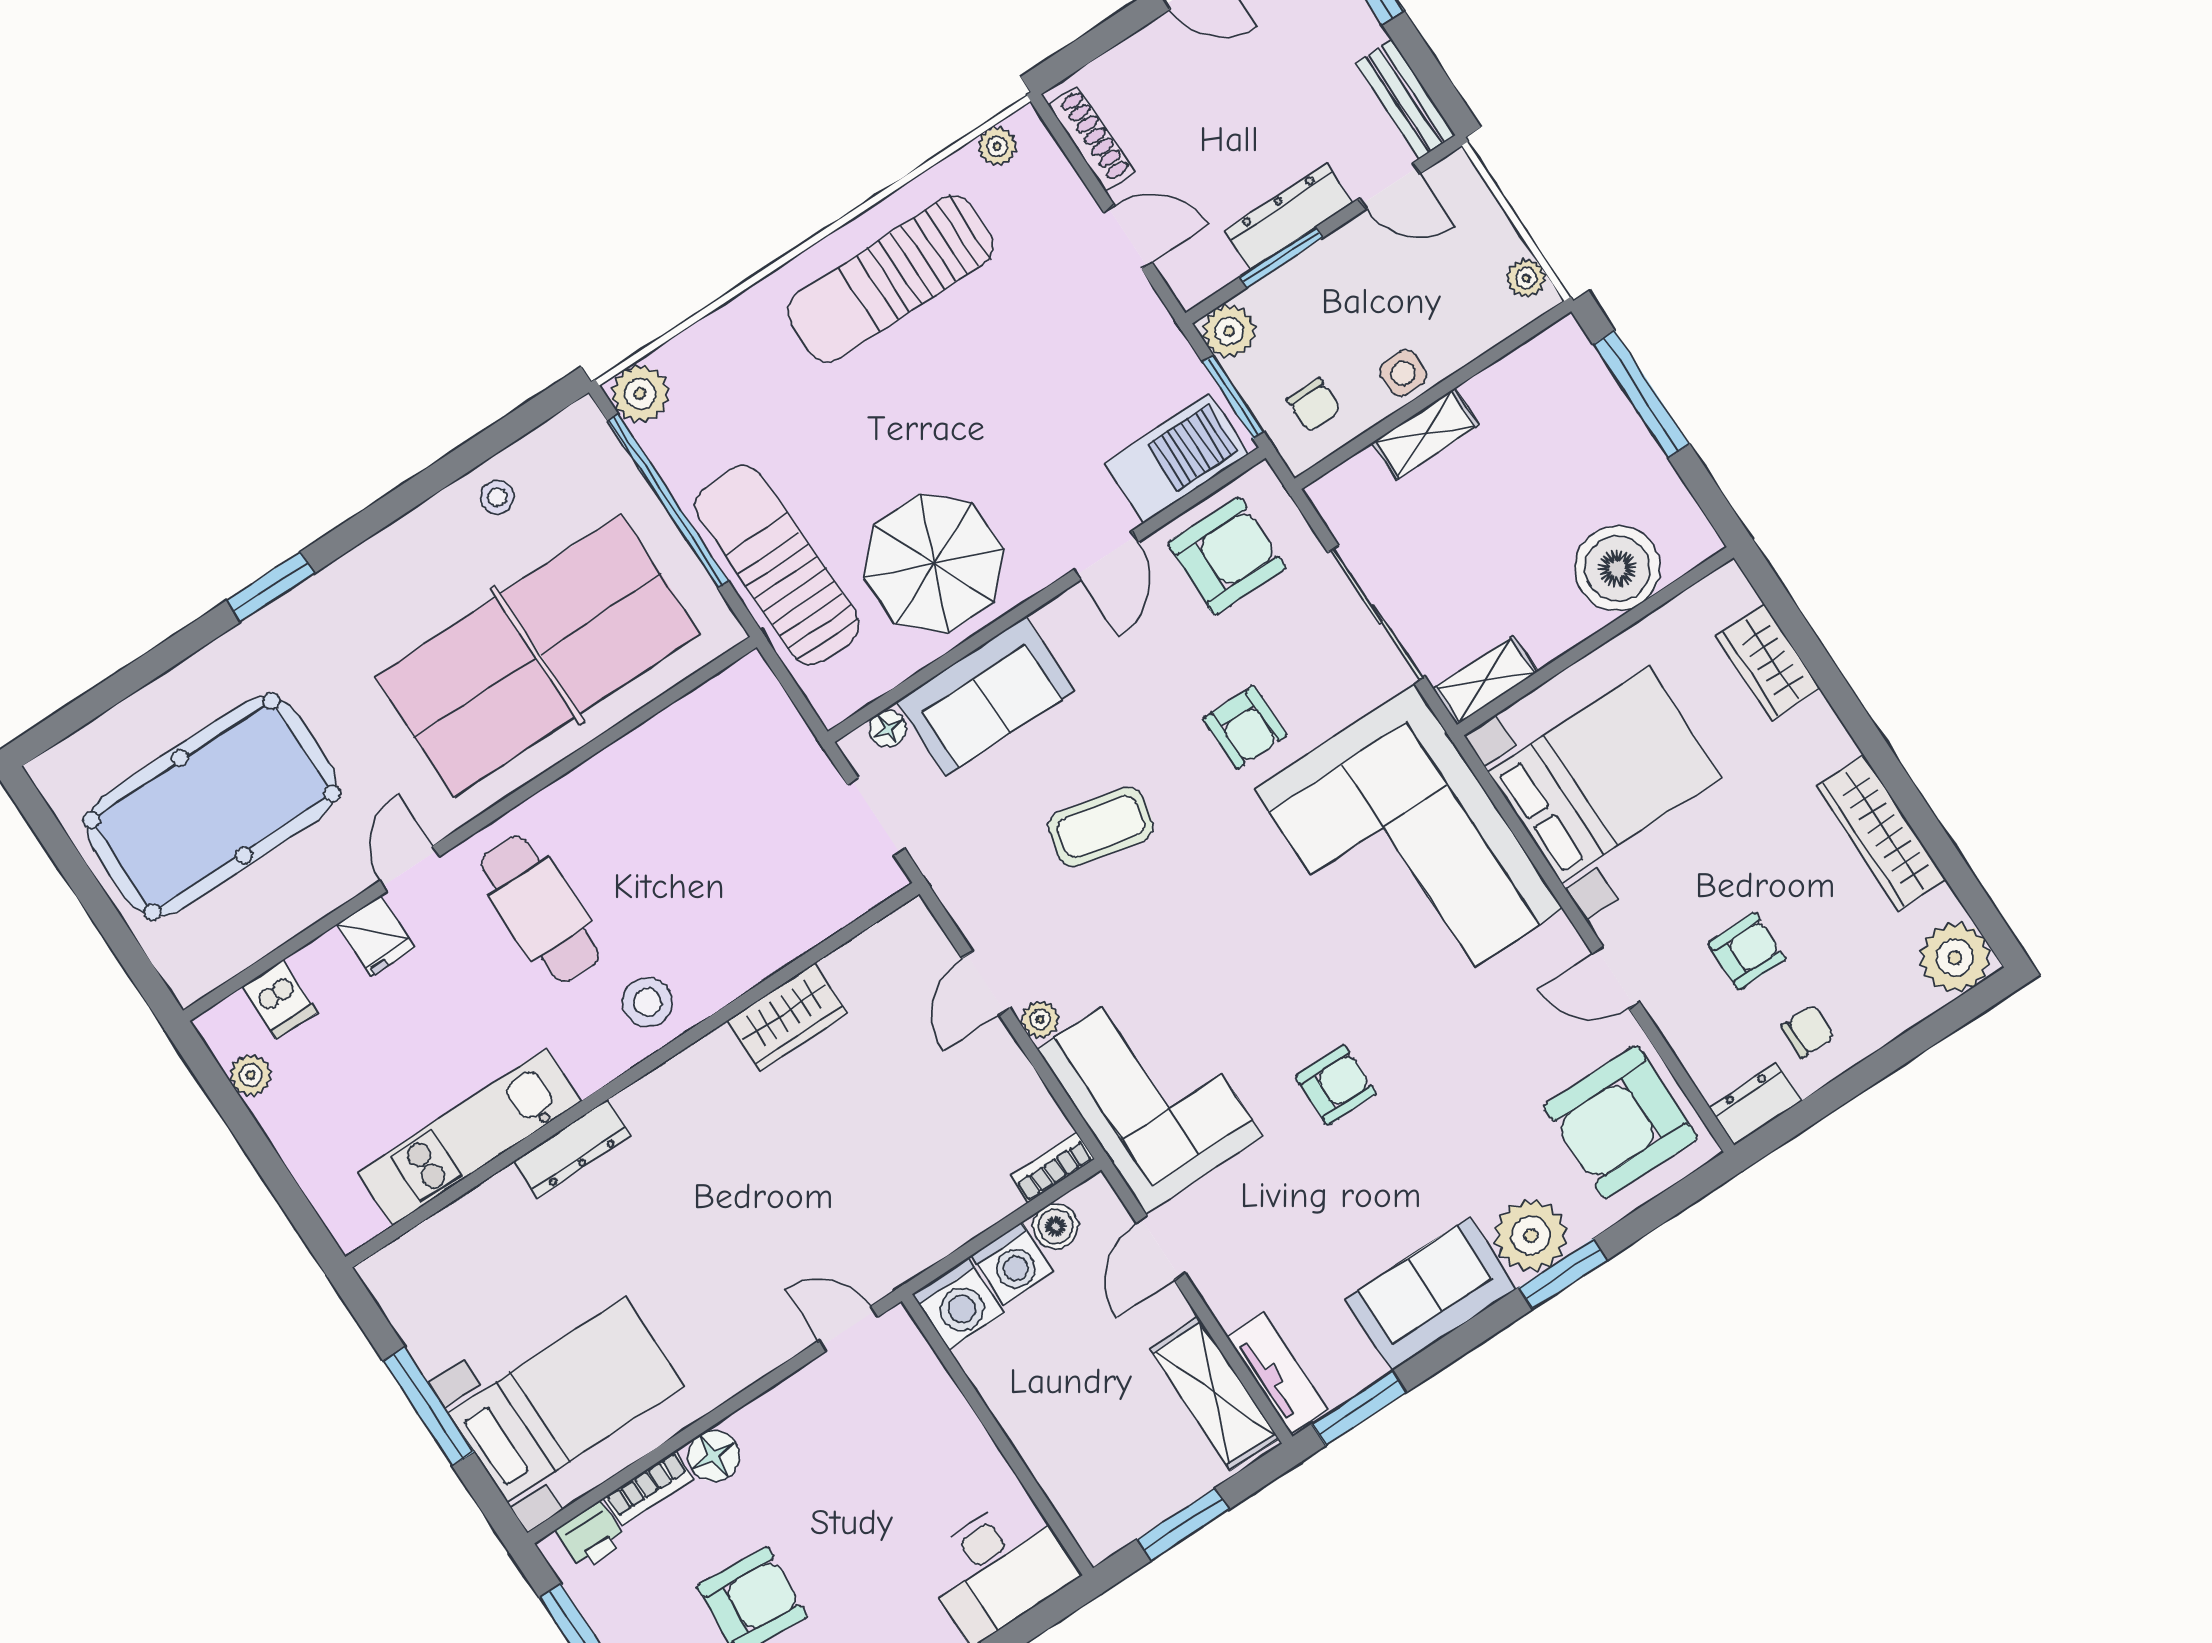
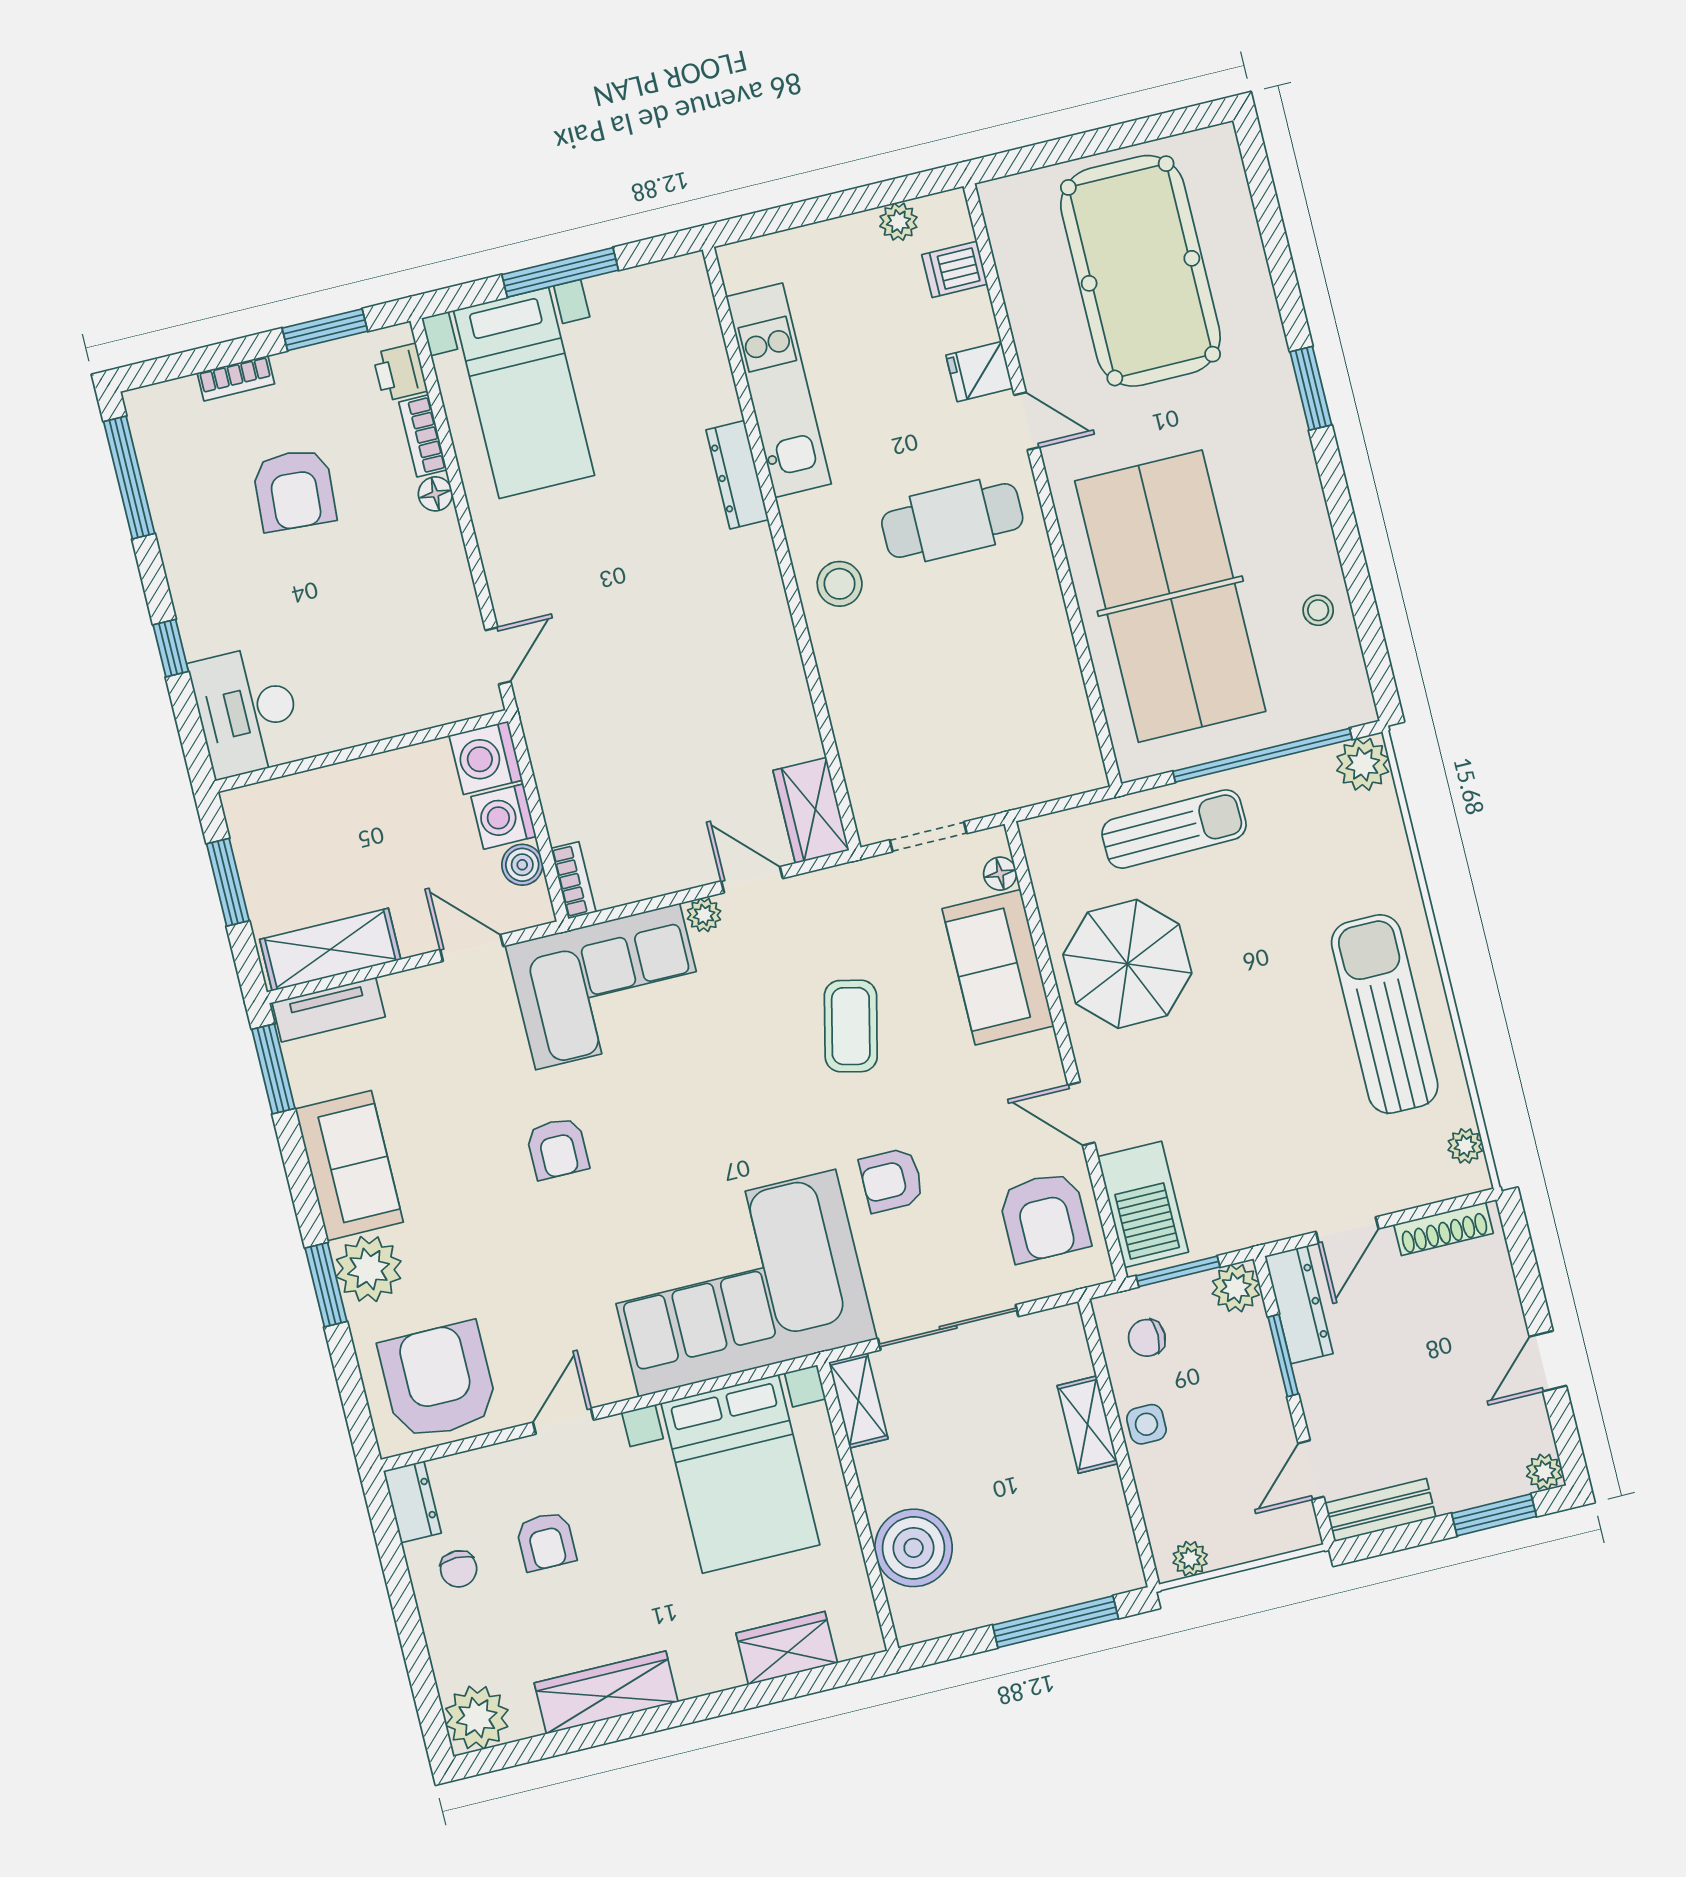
dresser: (1288, 217) -> (1299, 1305), moved
sun lounger: (777, 565) -> (1174, 829), width x0.73, depth x0.75
wardrobe: (787, 1017) -> (811, 810), moved
floor lamp: (714, 1456) -> (435, 494), width x0.73, depth x0.73

